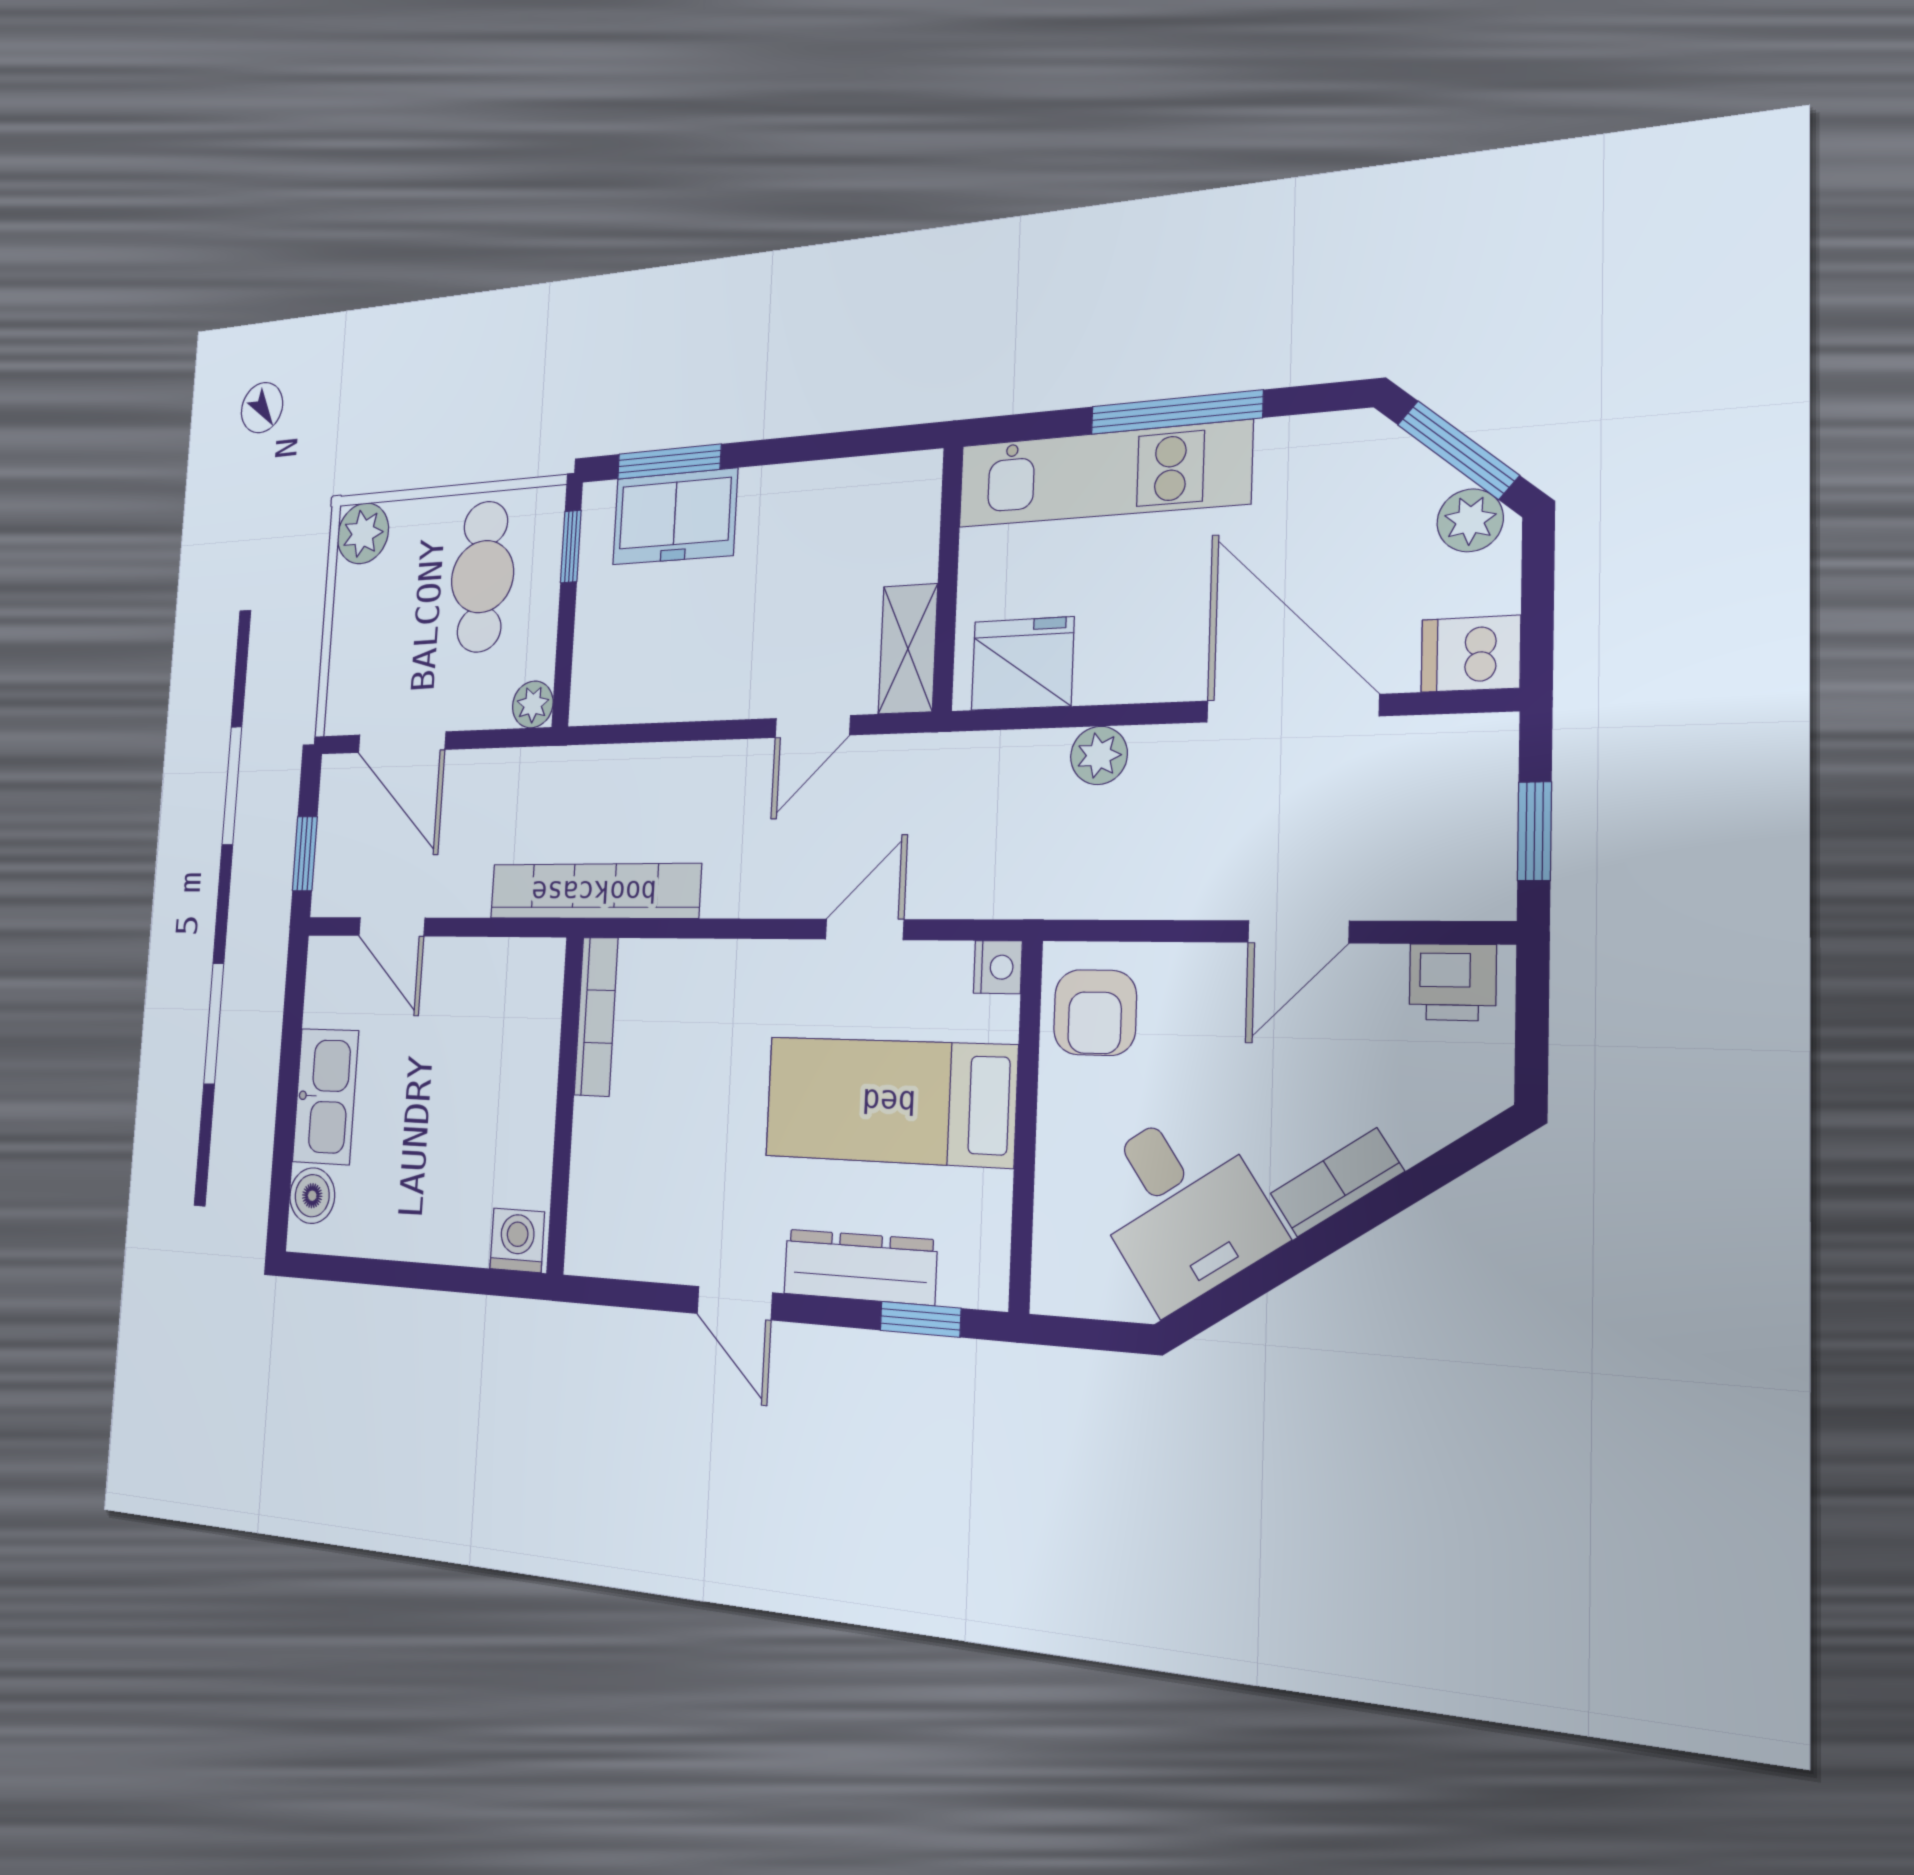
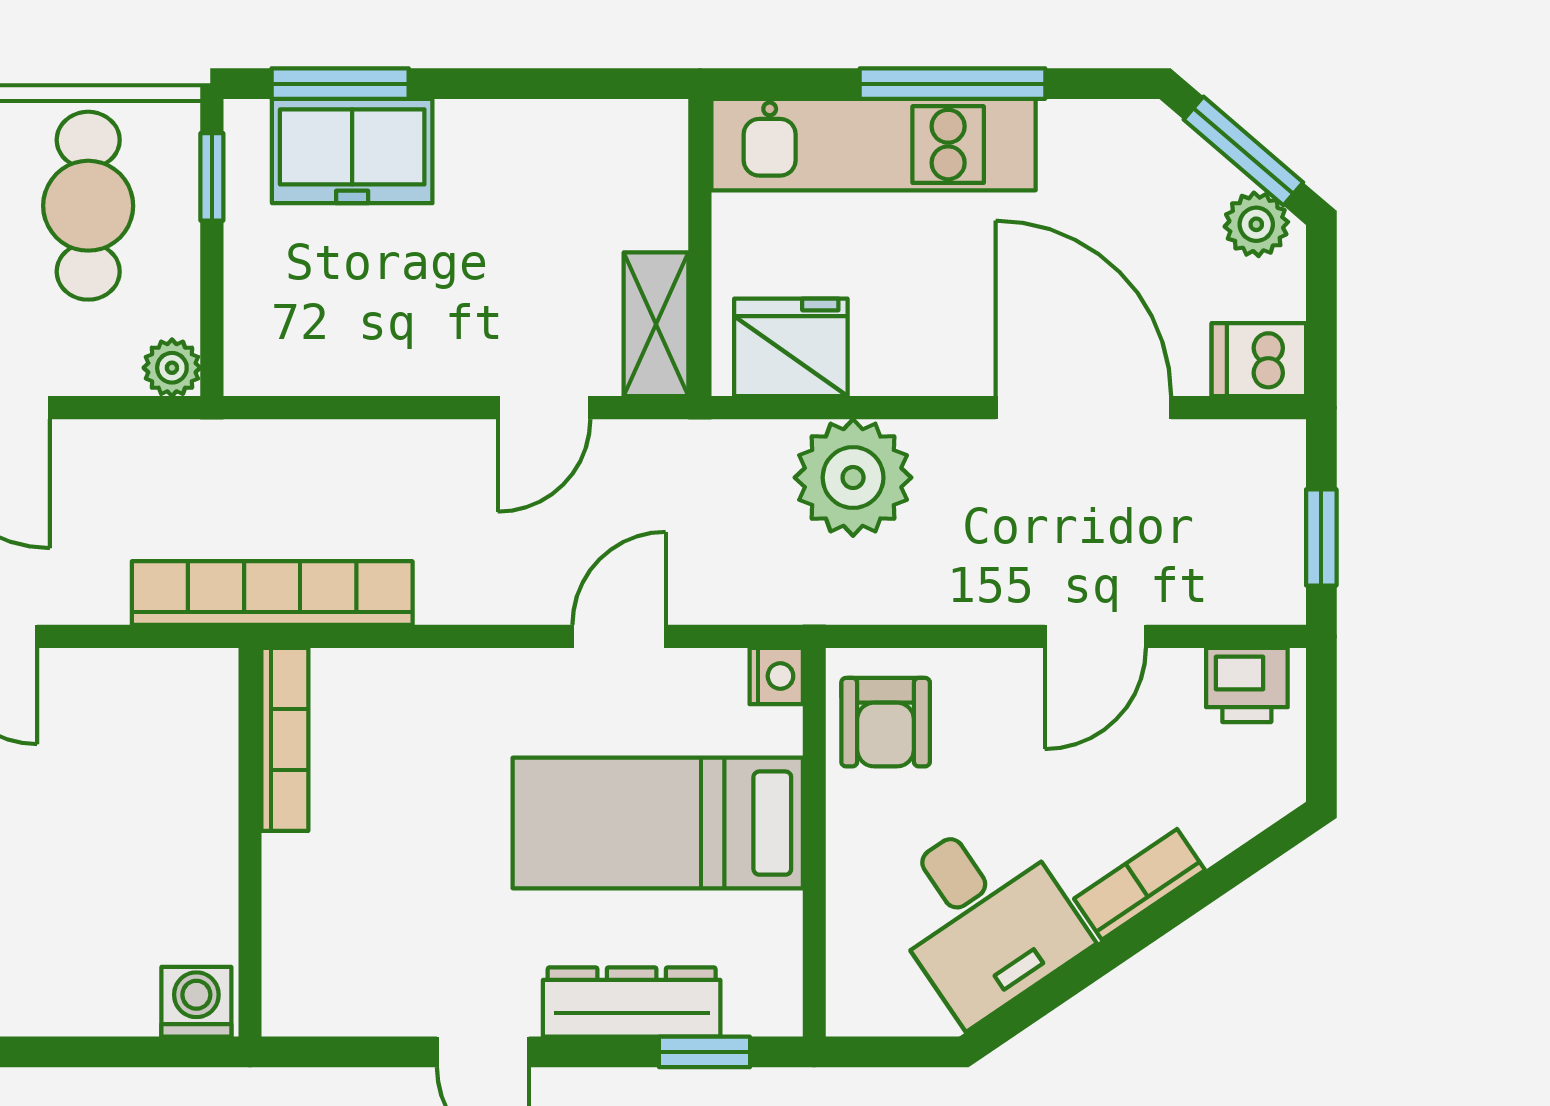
plant: (1099, 755) -> (853, 478), width x1.87, depth x1.87

